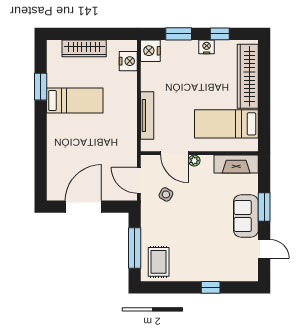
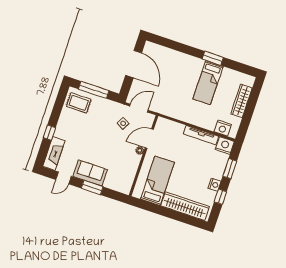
window: (41, 87) -> (213, 58), moved
tv unit: (147, 115) -> (201, 135), moved
fireplace: (236, 164) -> (54, 153), moved, turned 180

